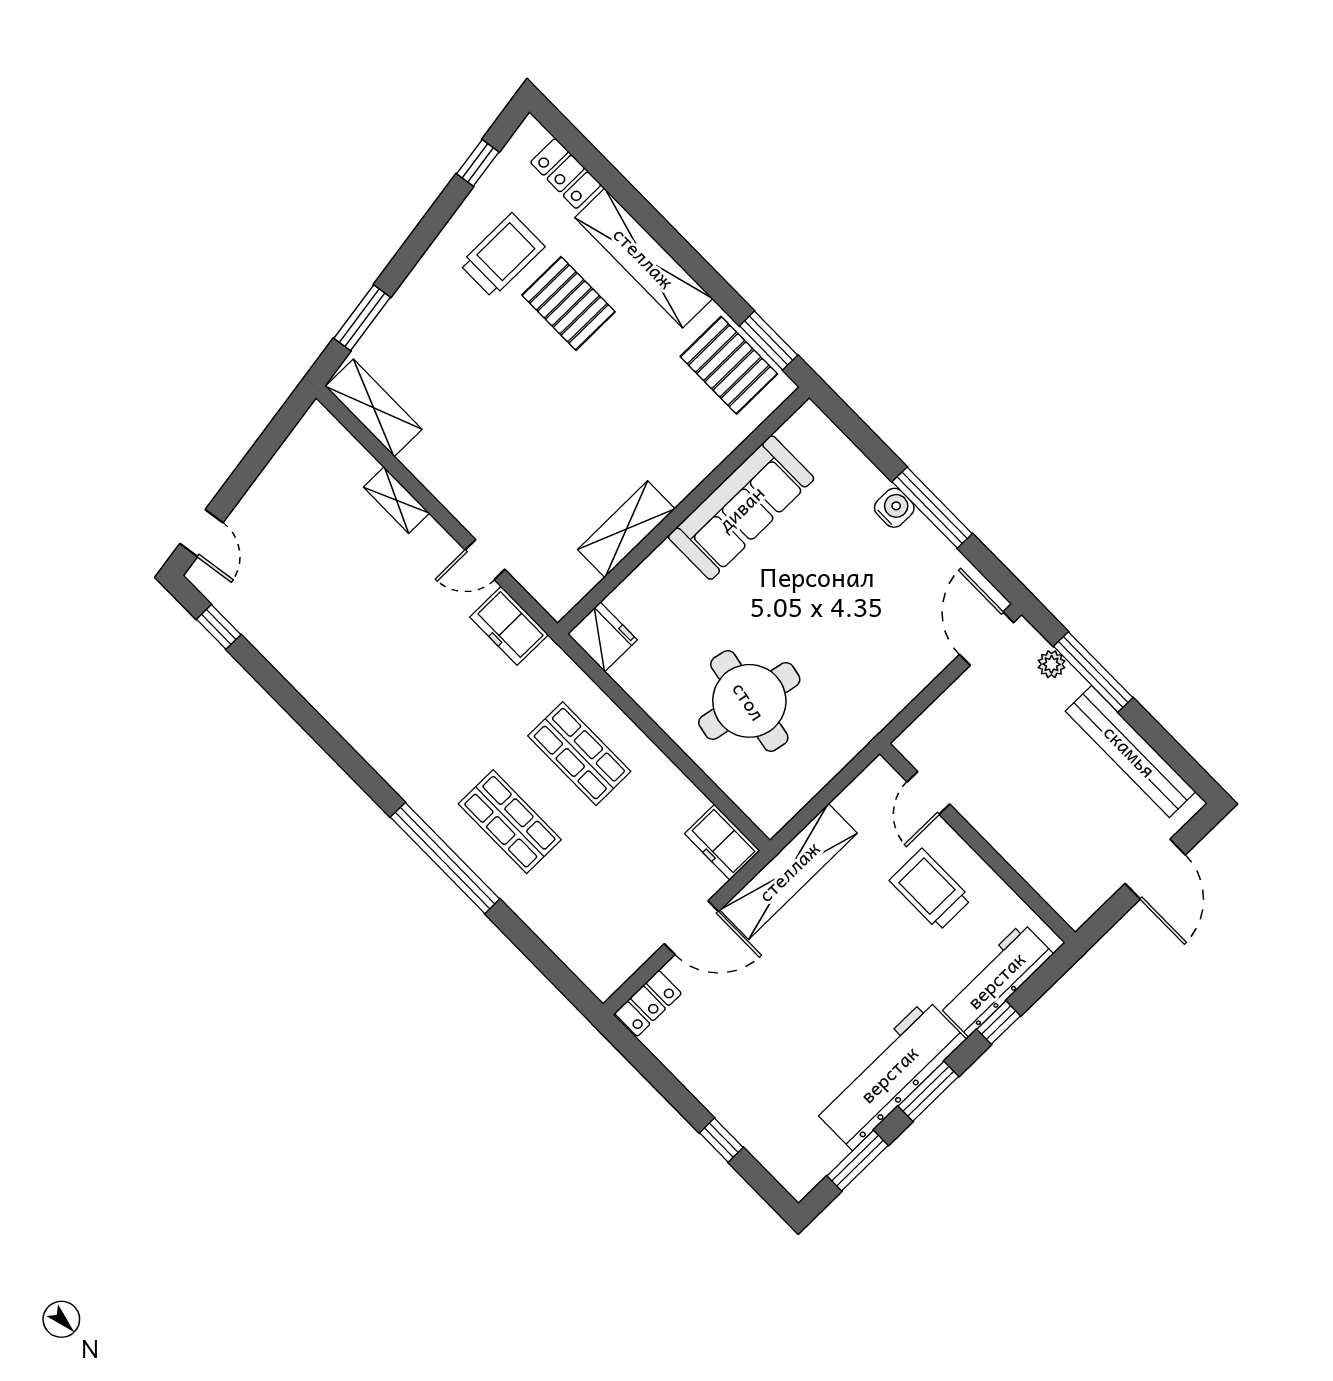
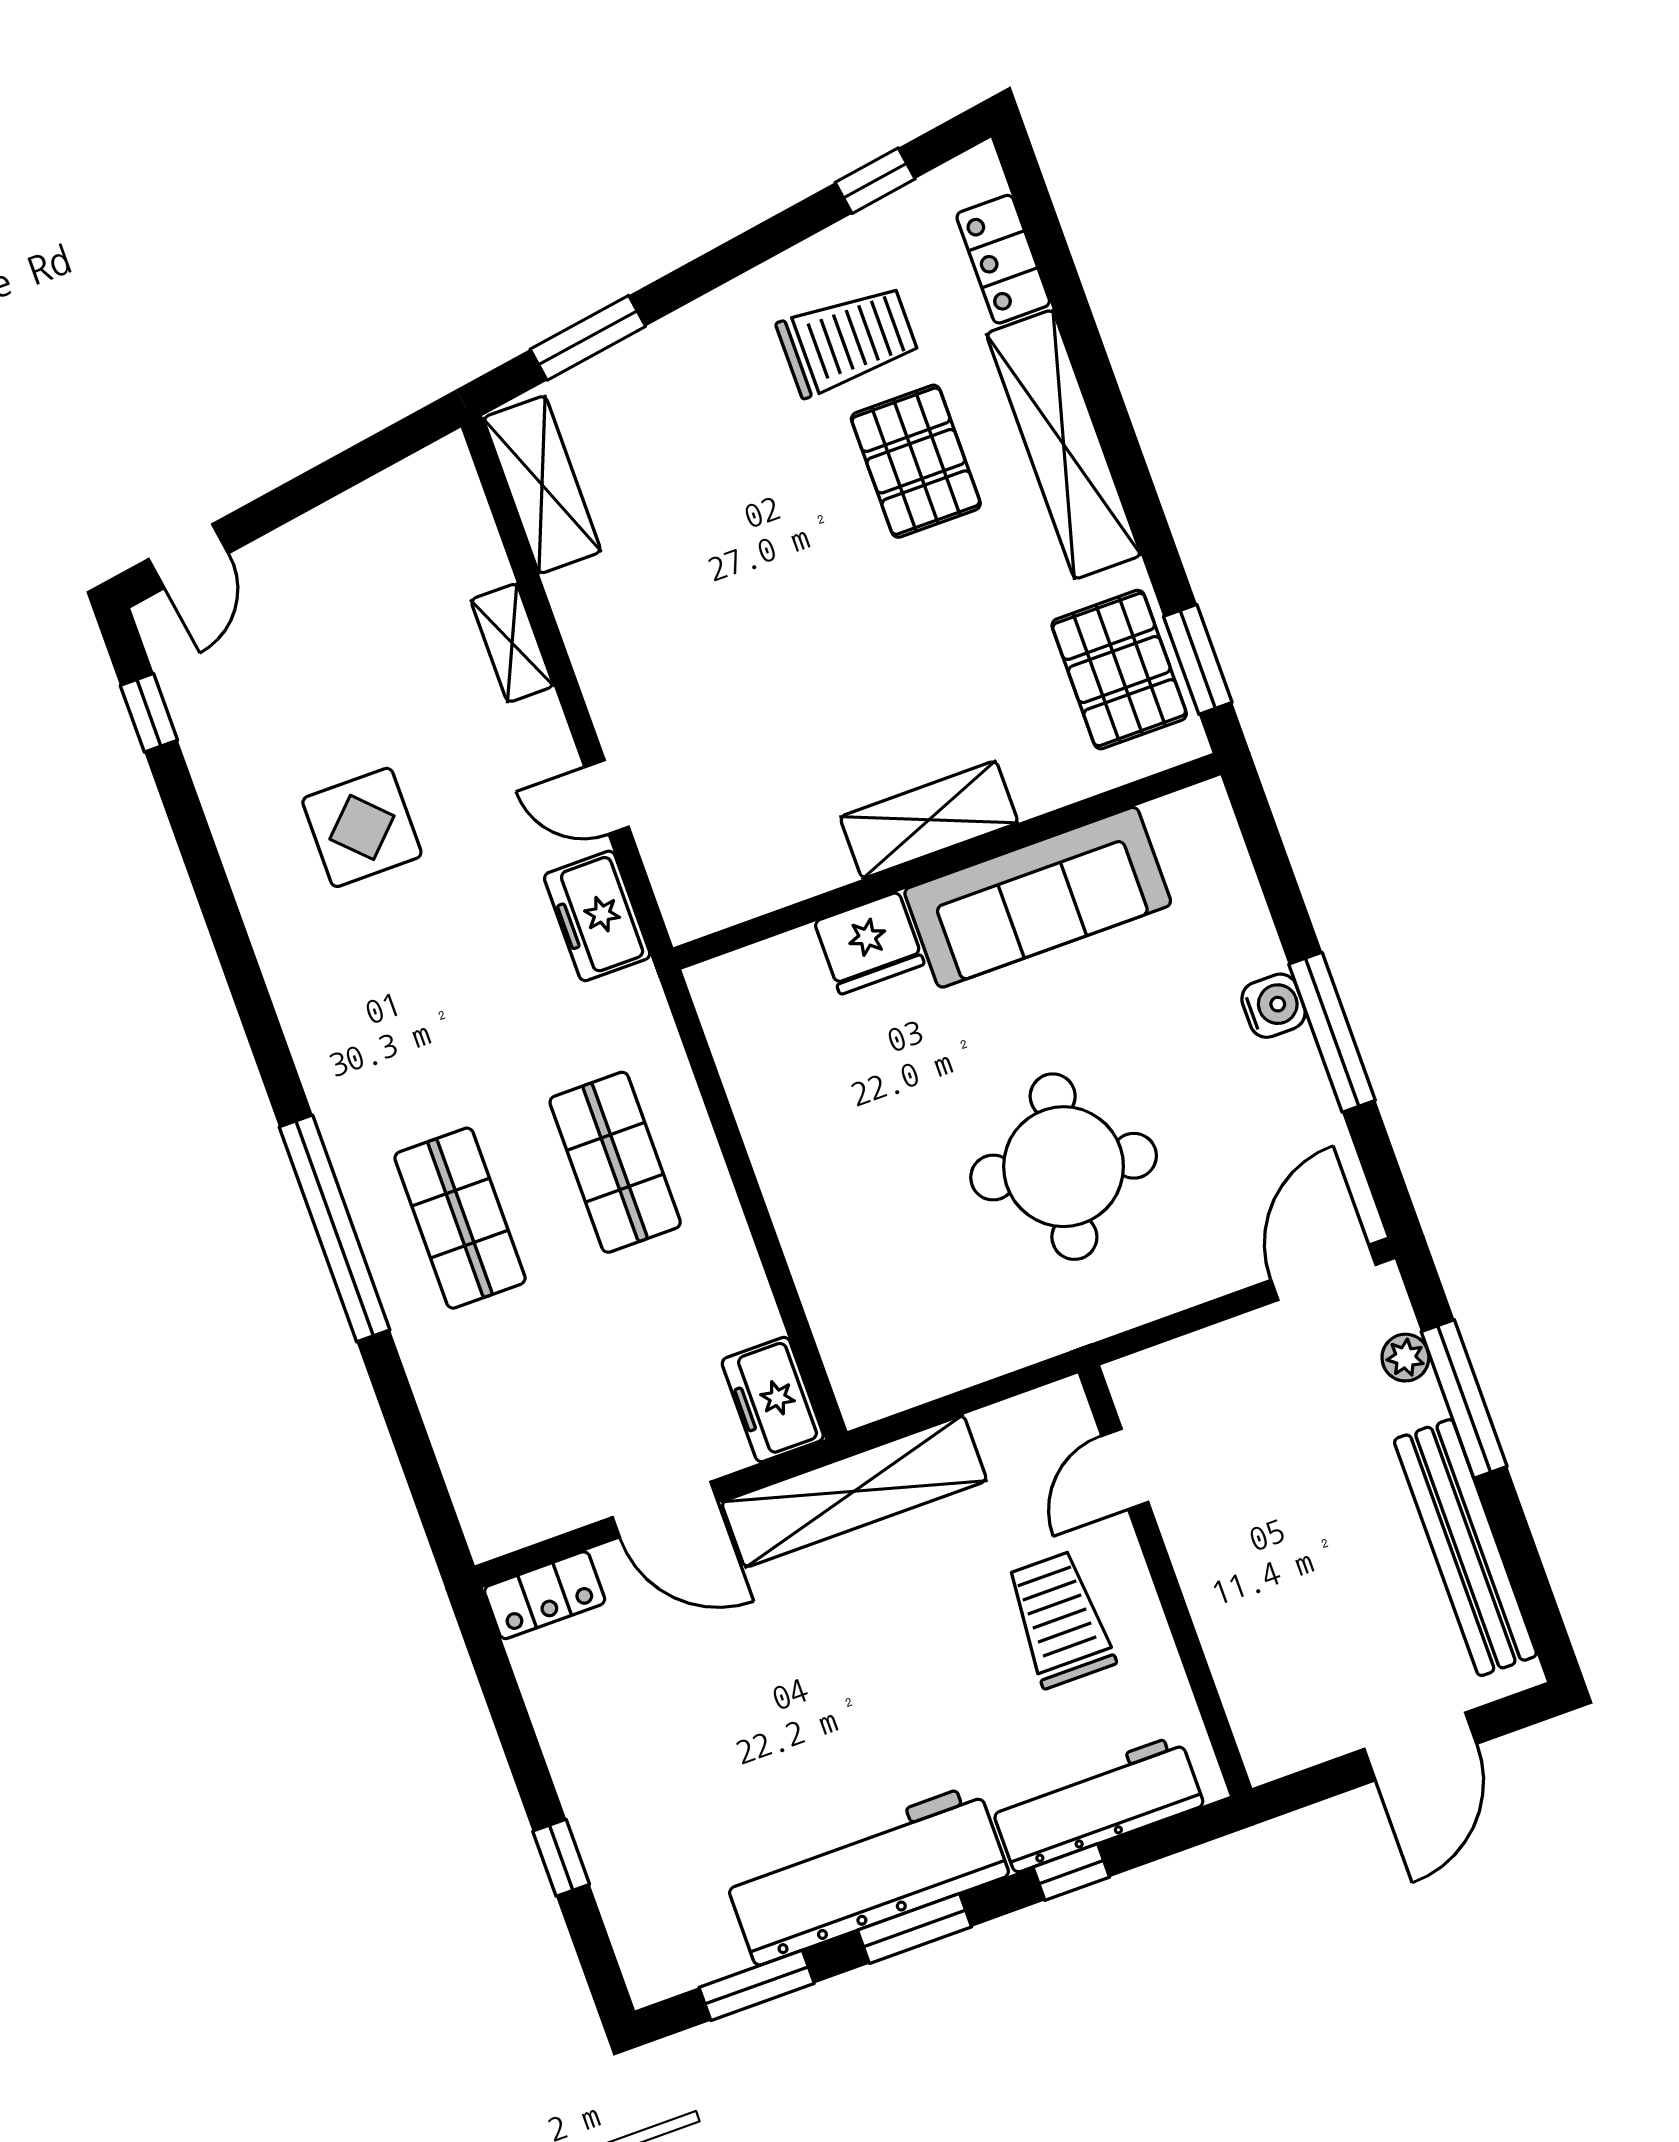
shelving: (626, 529) -> (929, 820), moved
display table: (361, 636) -> (362, 827), added
fridge: (602, 637) -> (869, 943), moved, turned 90
round table: (749, 701) -> (1064, 1167), moved

